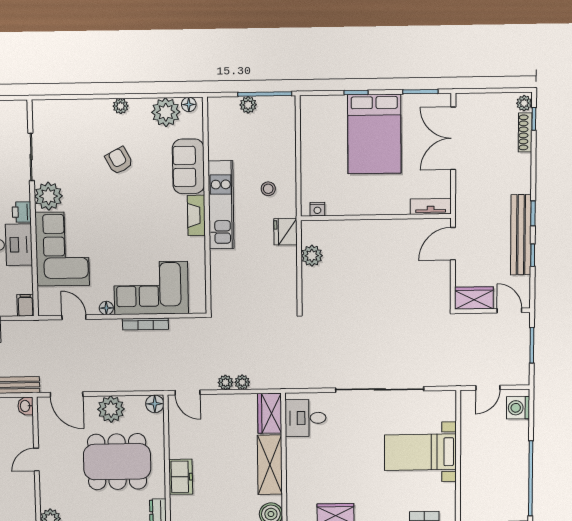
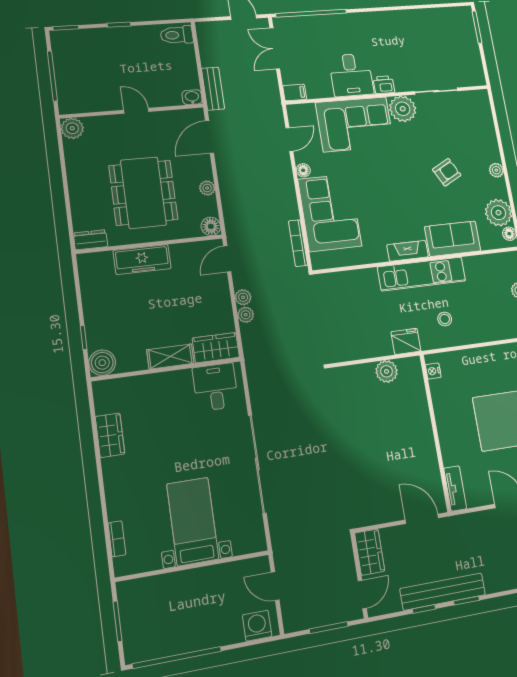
bookcase: (145, 324) -> (298, 243), moved
plant: (111, 409) -> (207, 188), width x0.53, depth x0.53
shelving: (270, 465) -> (170, 356), width x0.67, depth x0.75
freezer: (181, 477) -> (142, 259), width x1.40

